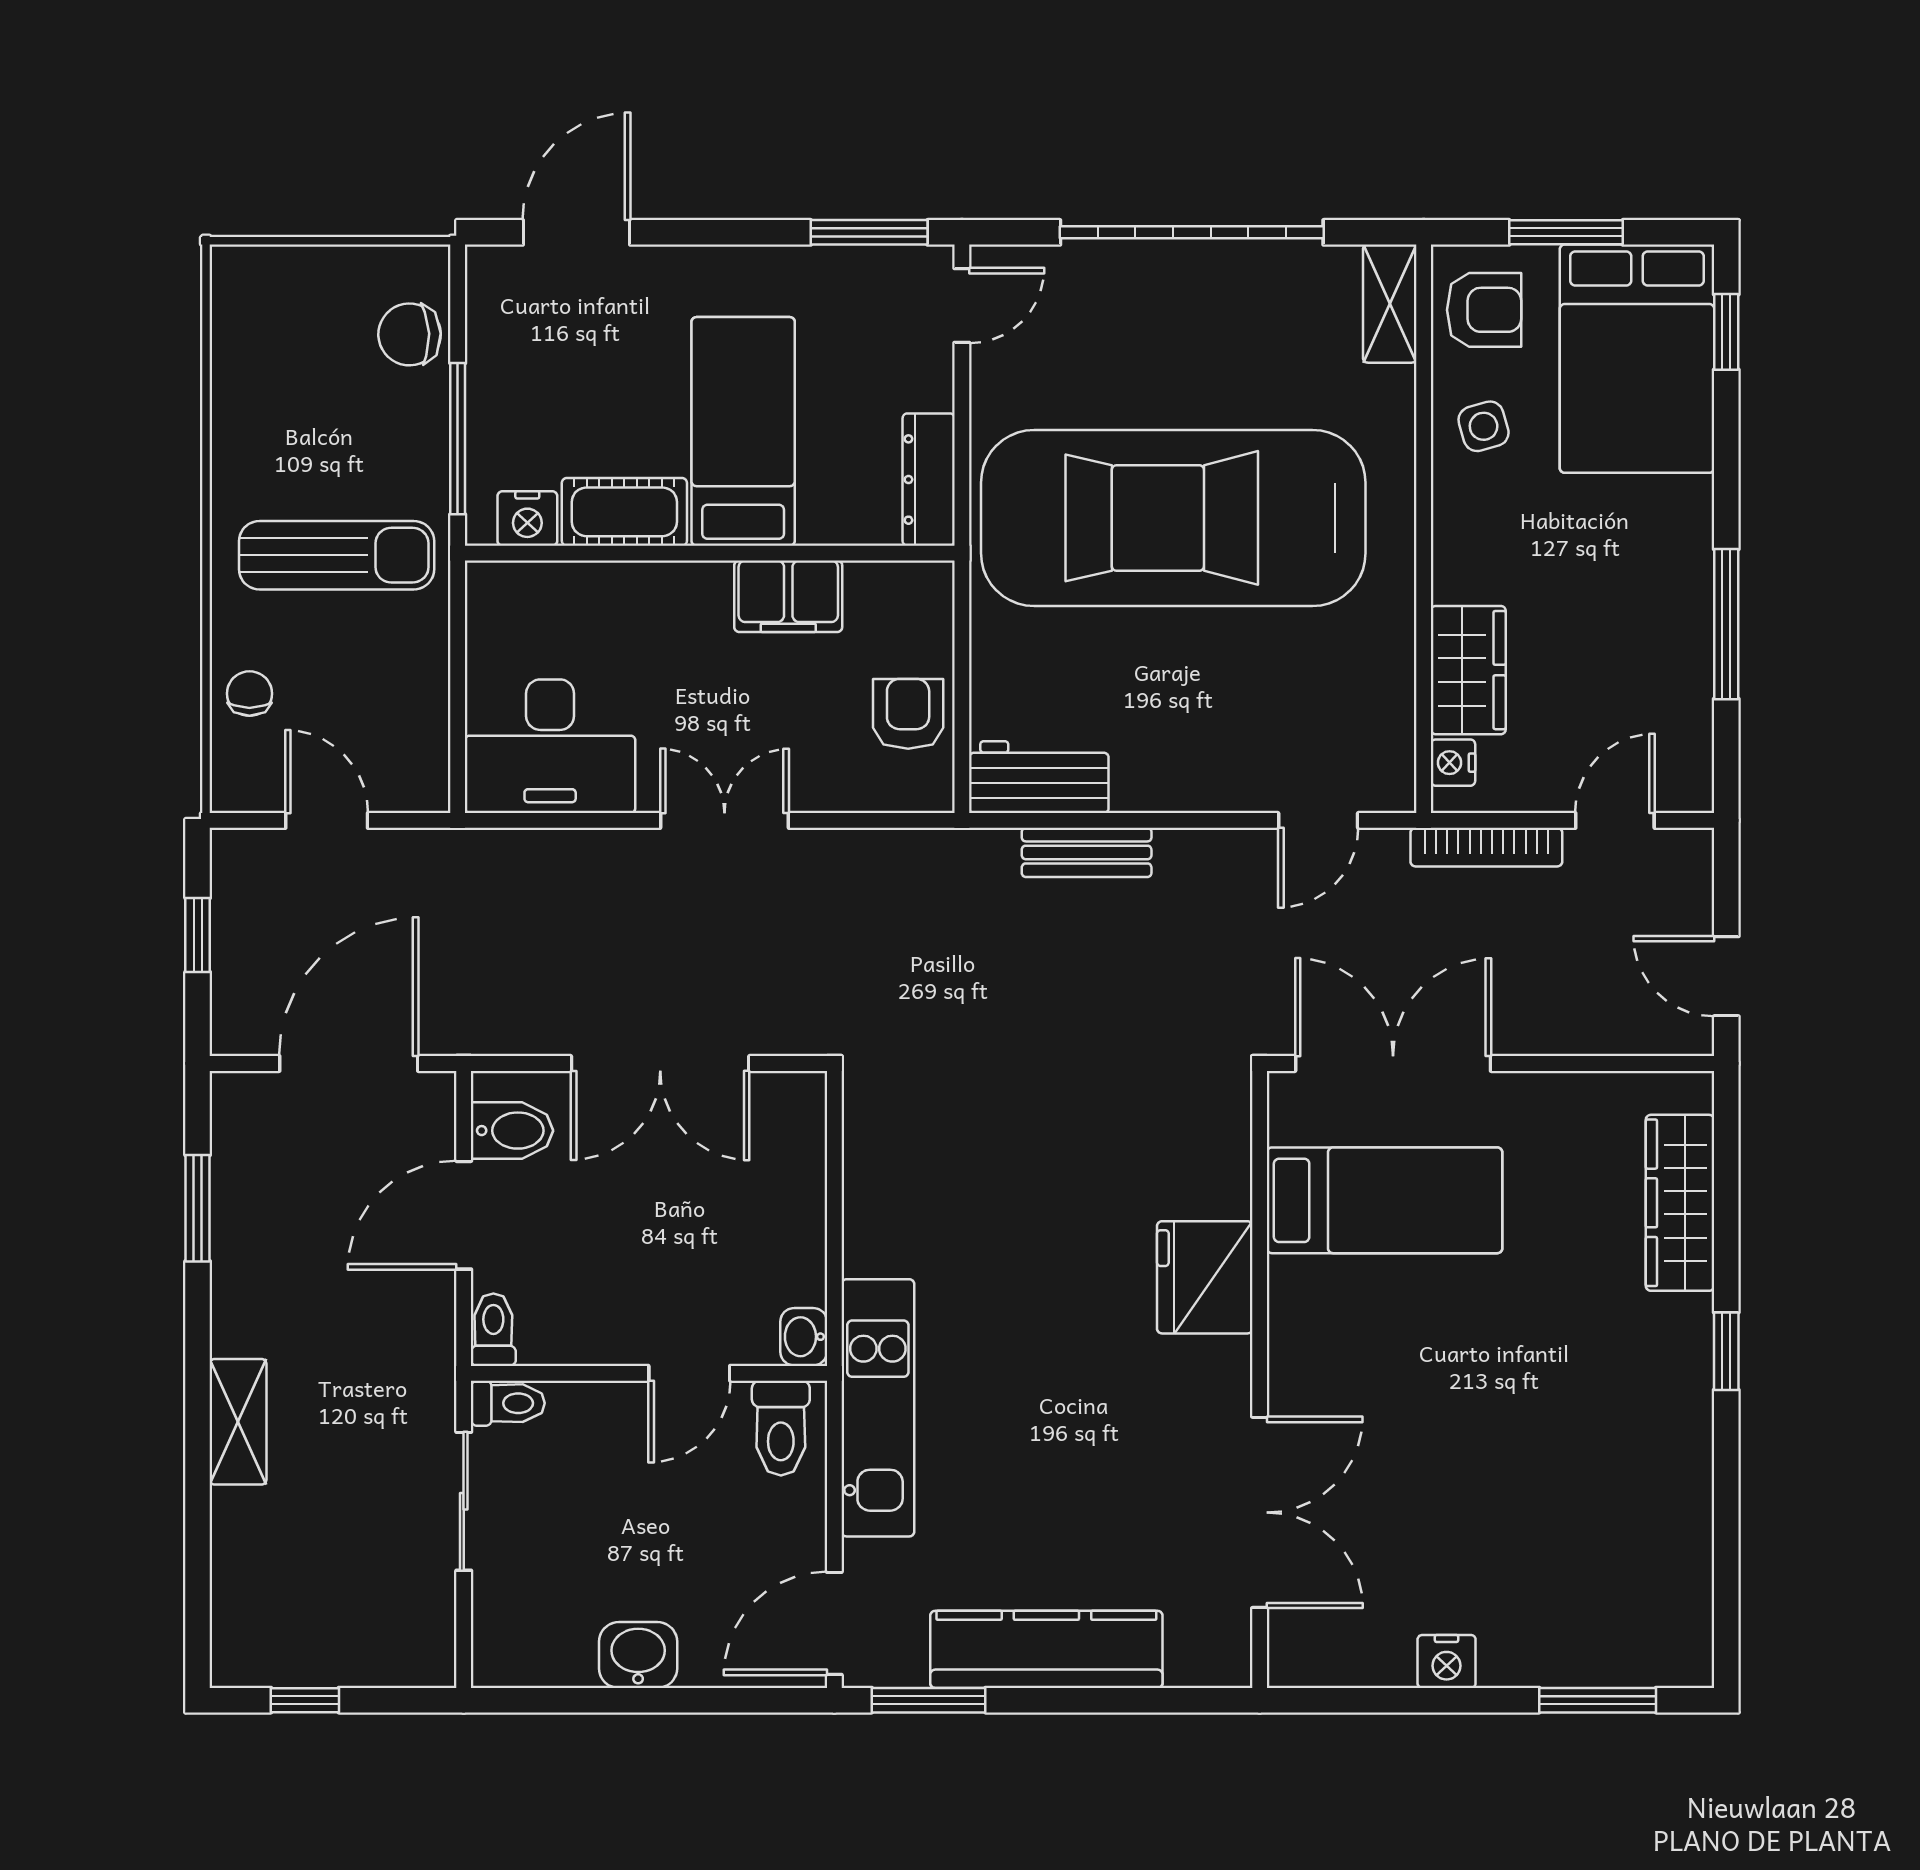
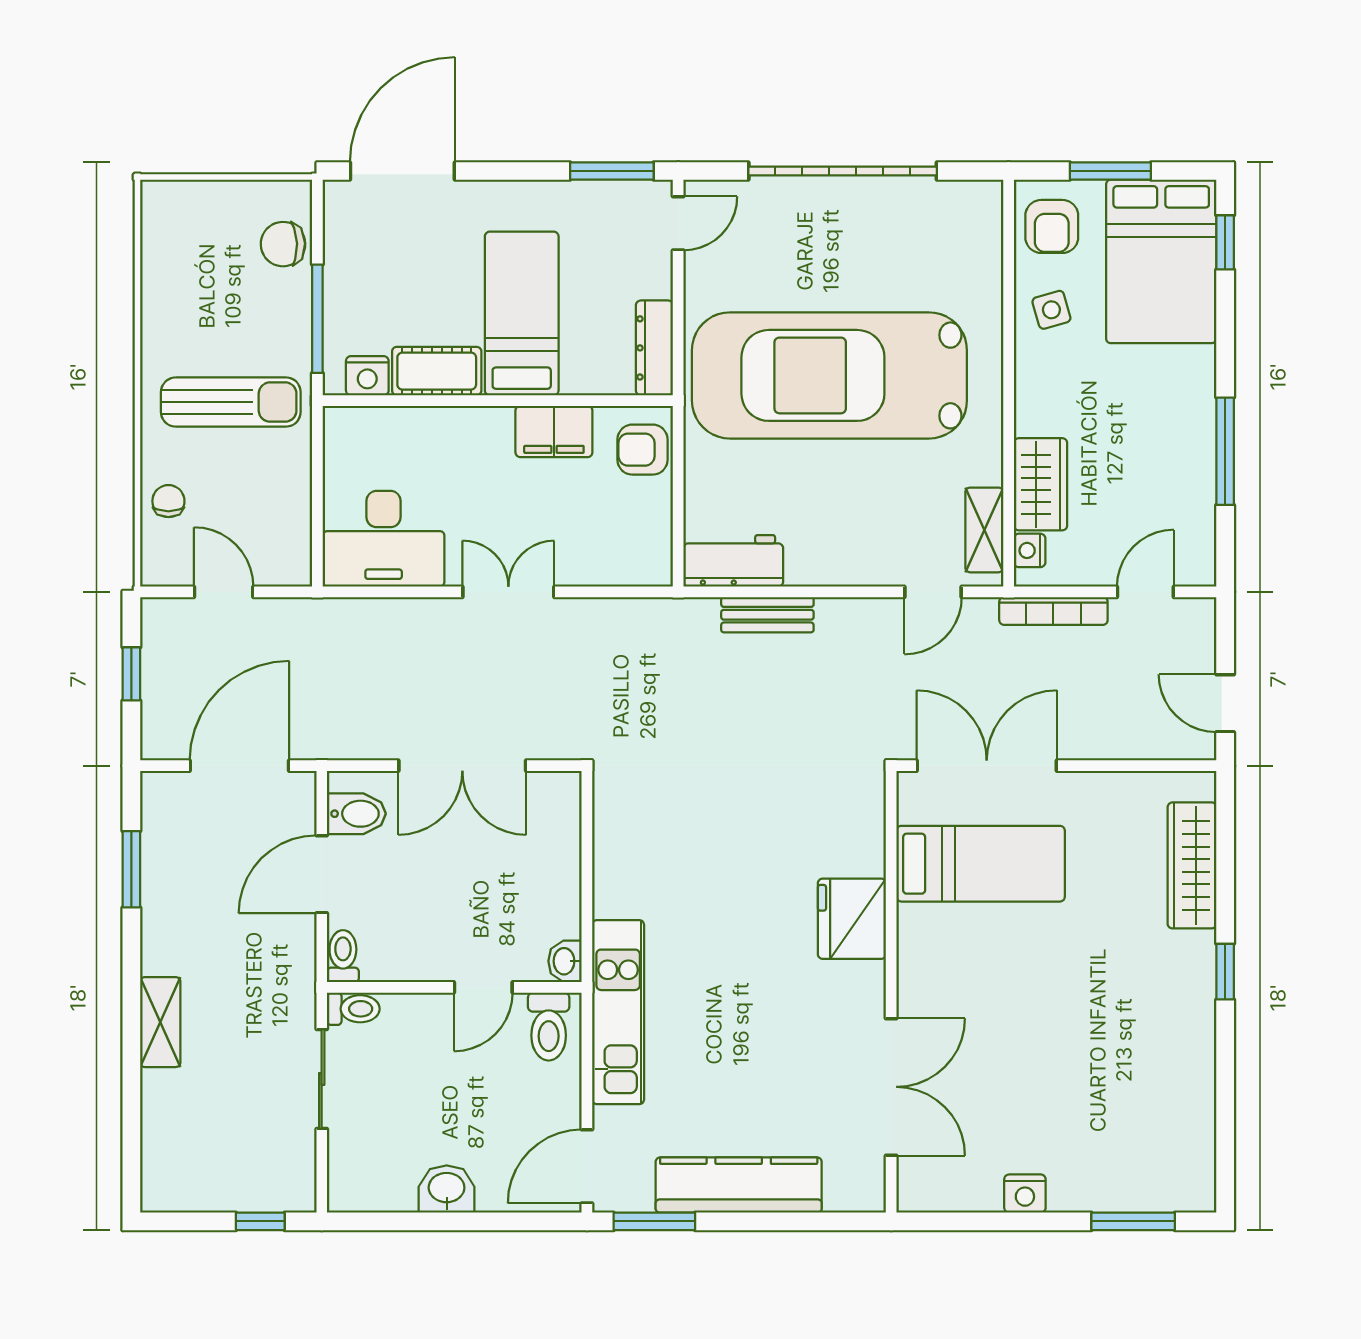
door: (576, 232) -> (402, 171), width x1.36
shelving: (1390, 304) -> (984, 530), moved
armchair: (1484, 310) -> (1052, 226), turned 90
armchair: (908, 714) -> (643, 450), moved, turned -90
window: (305, 1700) -> (260, 1221), moved

